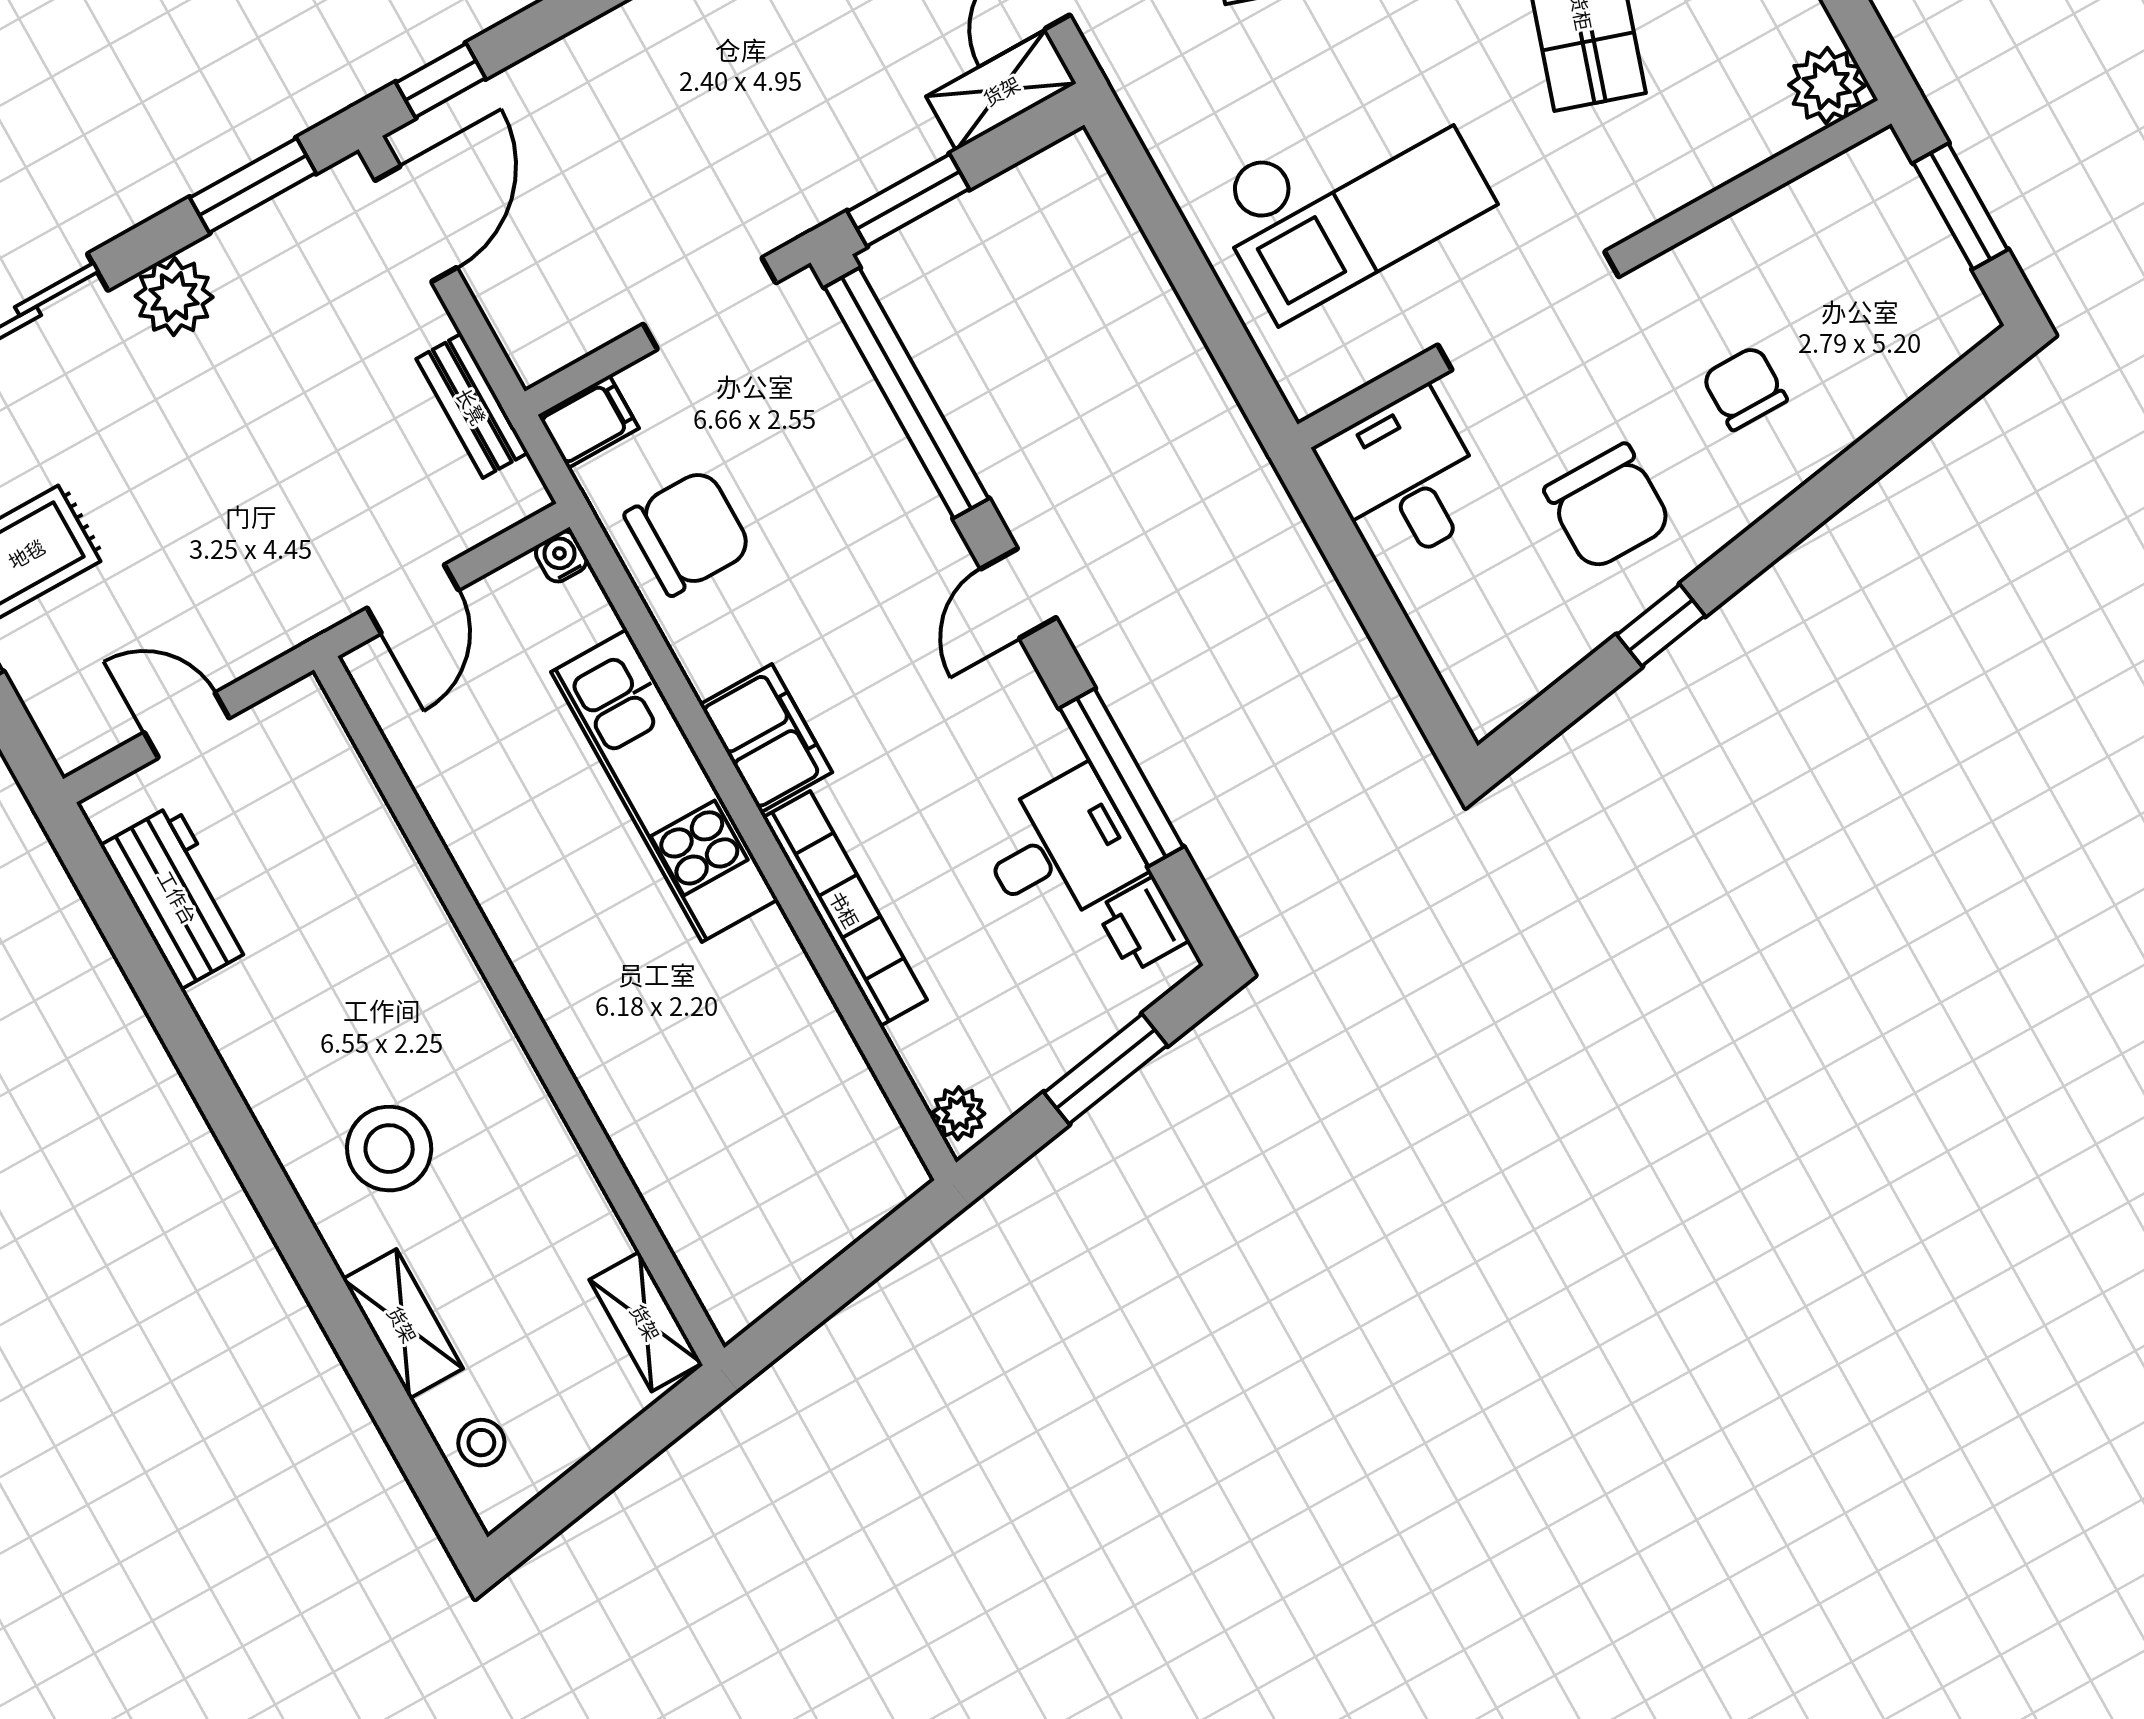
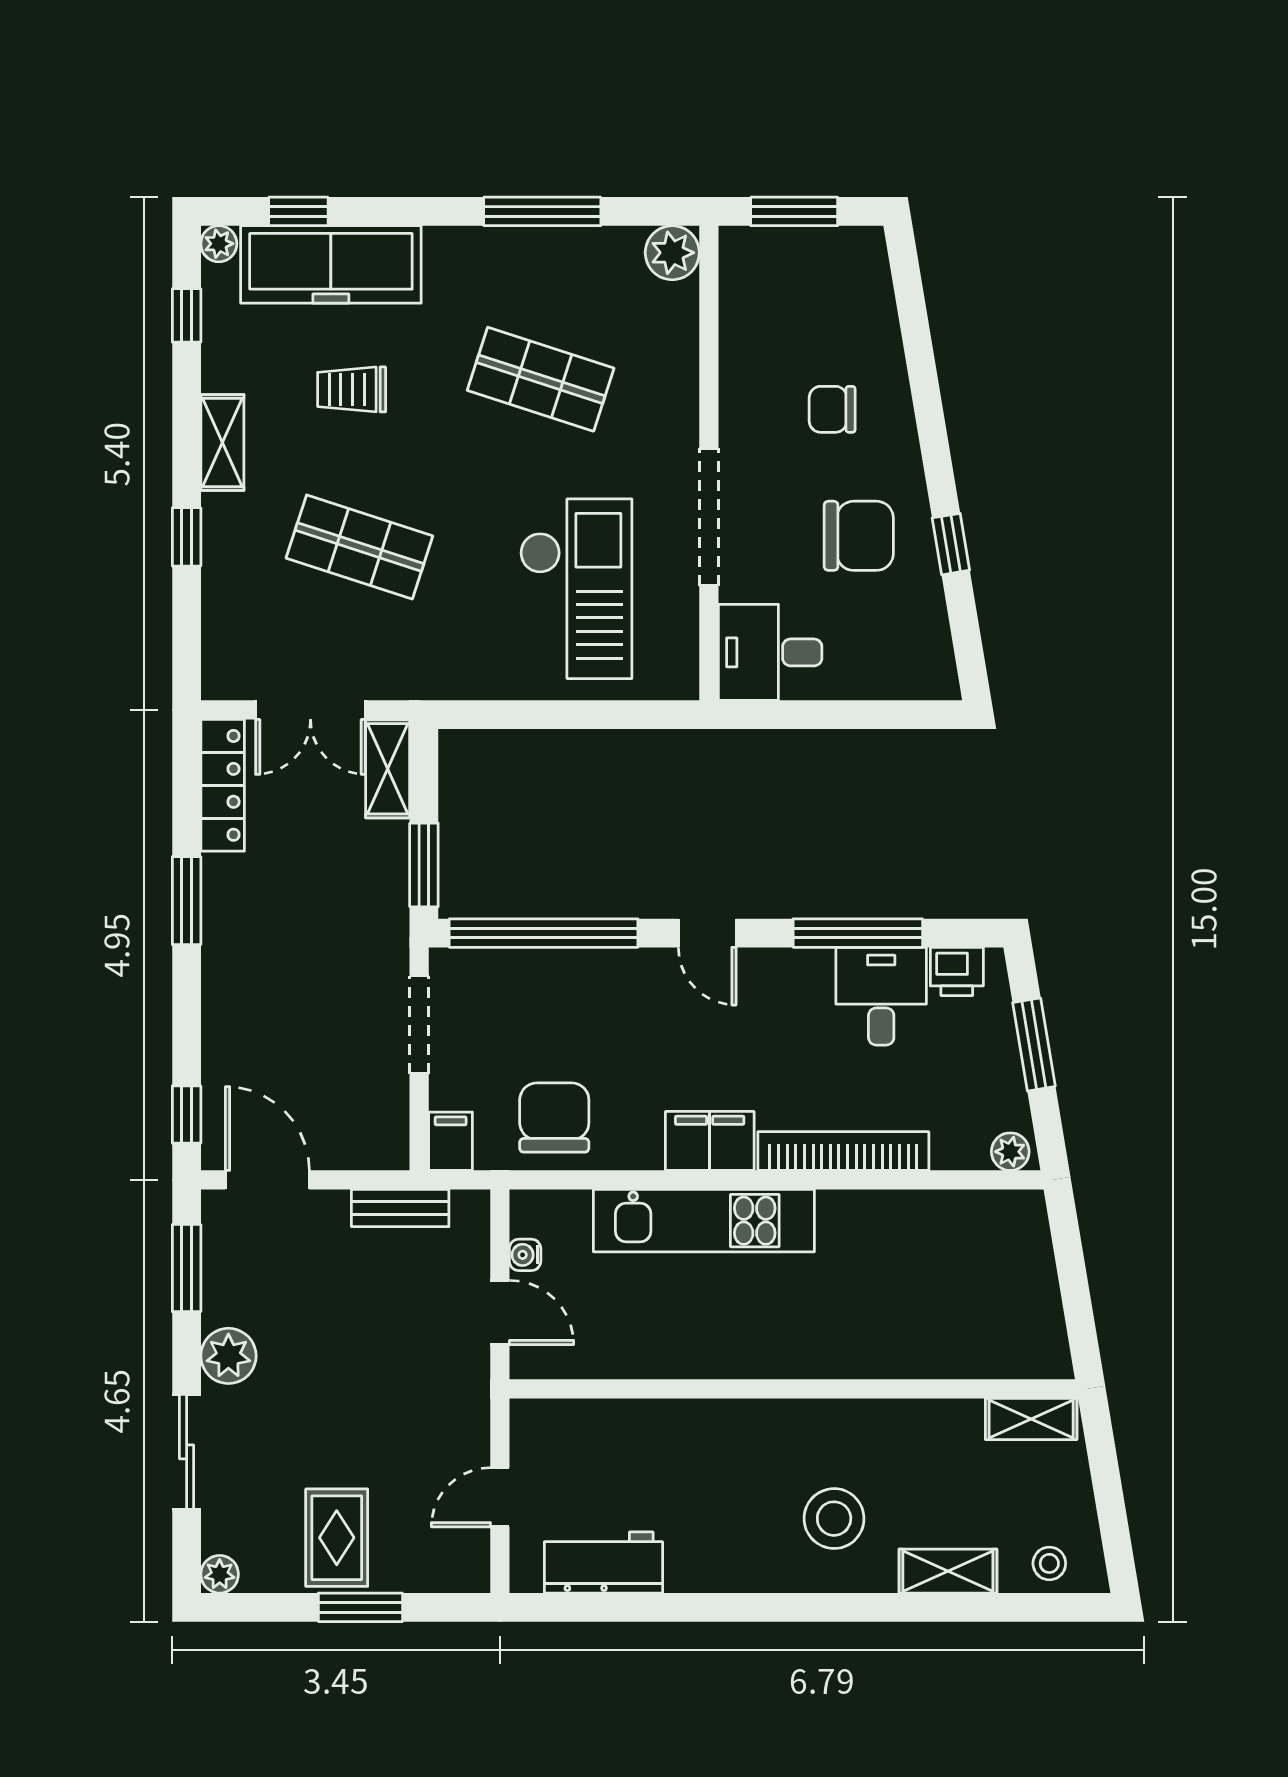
water cooler: (561, 556) -> (525, 1255), moved

